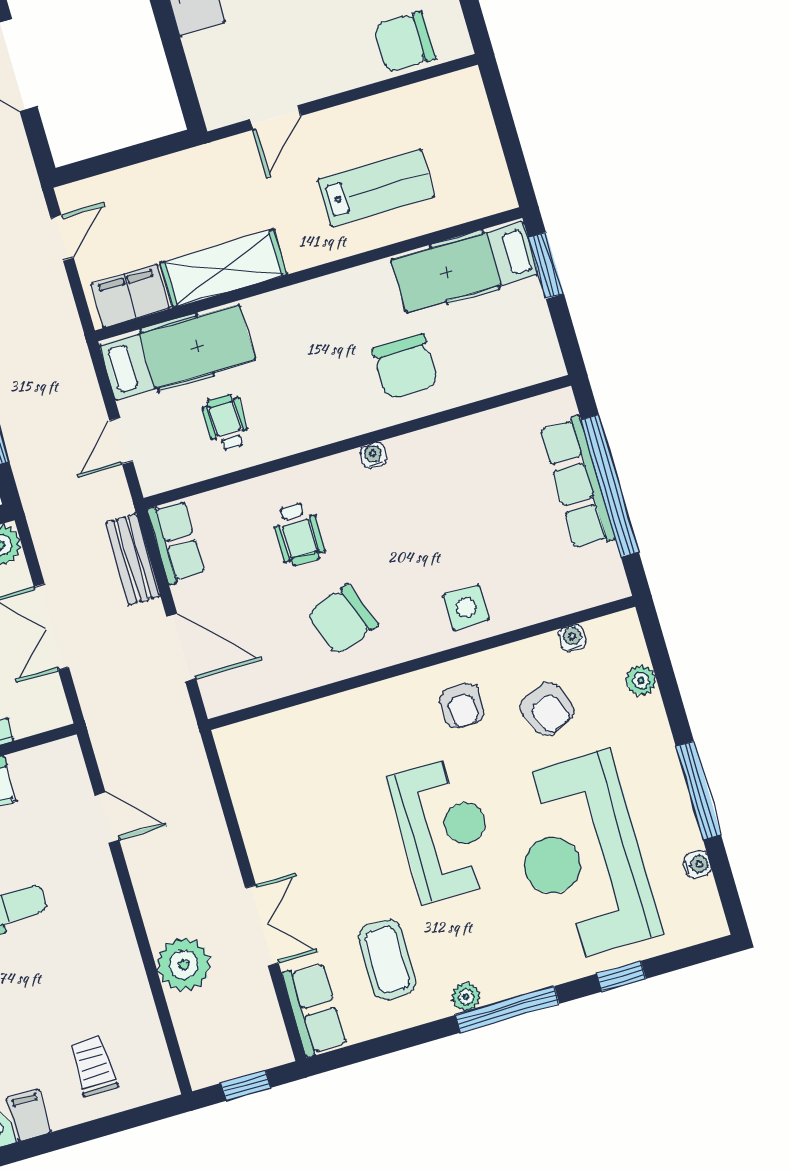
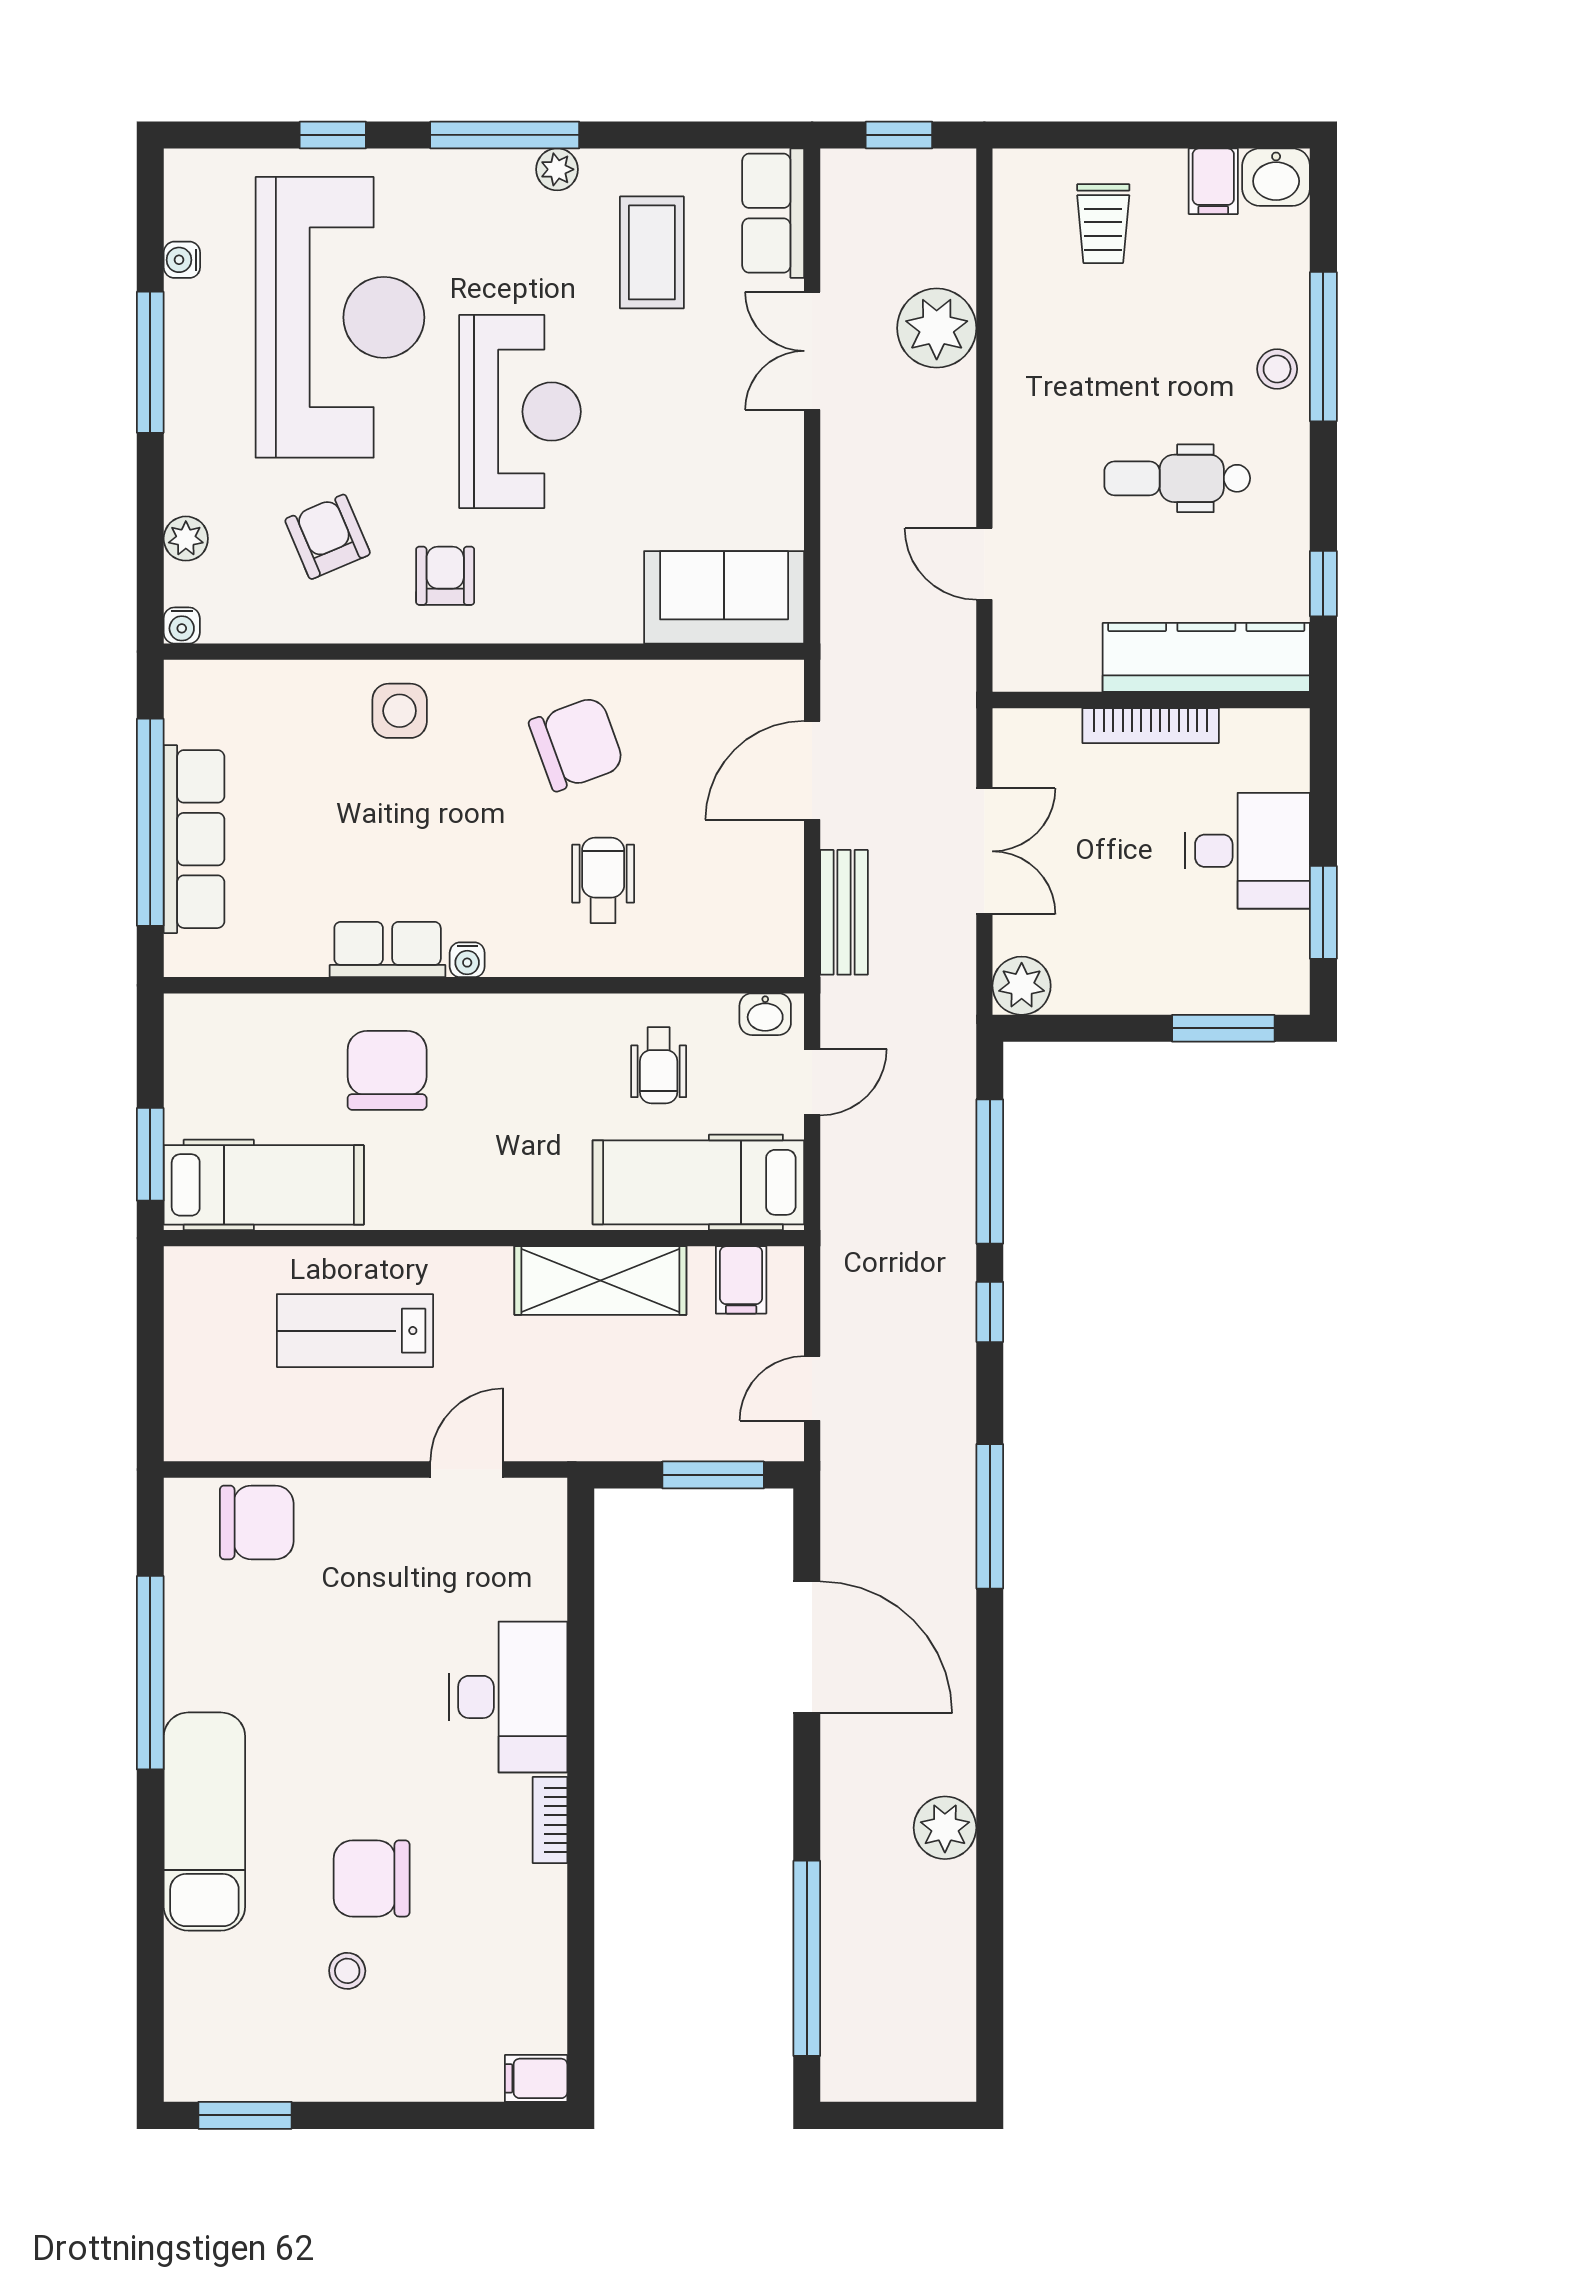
window: (111, 161) -> (713, 1475), added
filing cabinet: (130, 296) -> (741, 1280), width x0.50
washbasin: (165, 477) -> (765, 1014), added
row of seats: (176, 542) -> (388, 949), moved, turned 90
water cooler: (572, 638) -> (182, 625), moved
door: (181, 648) -> (812, 770), hinge flipped
sofa: (273, 745) -> (724, 597), added
reception desk: (444, 829) -> (520, 412), turned 180

